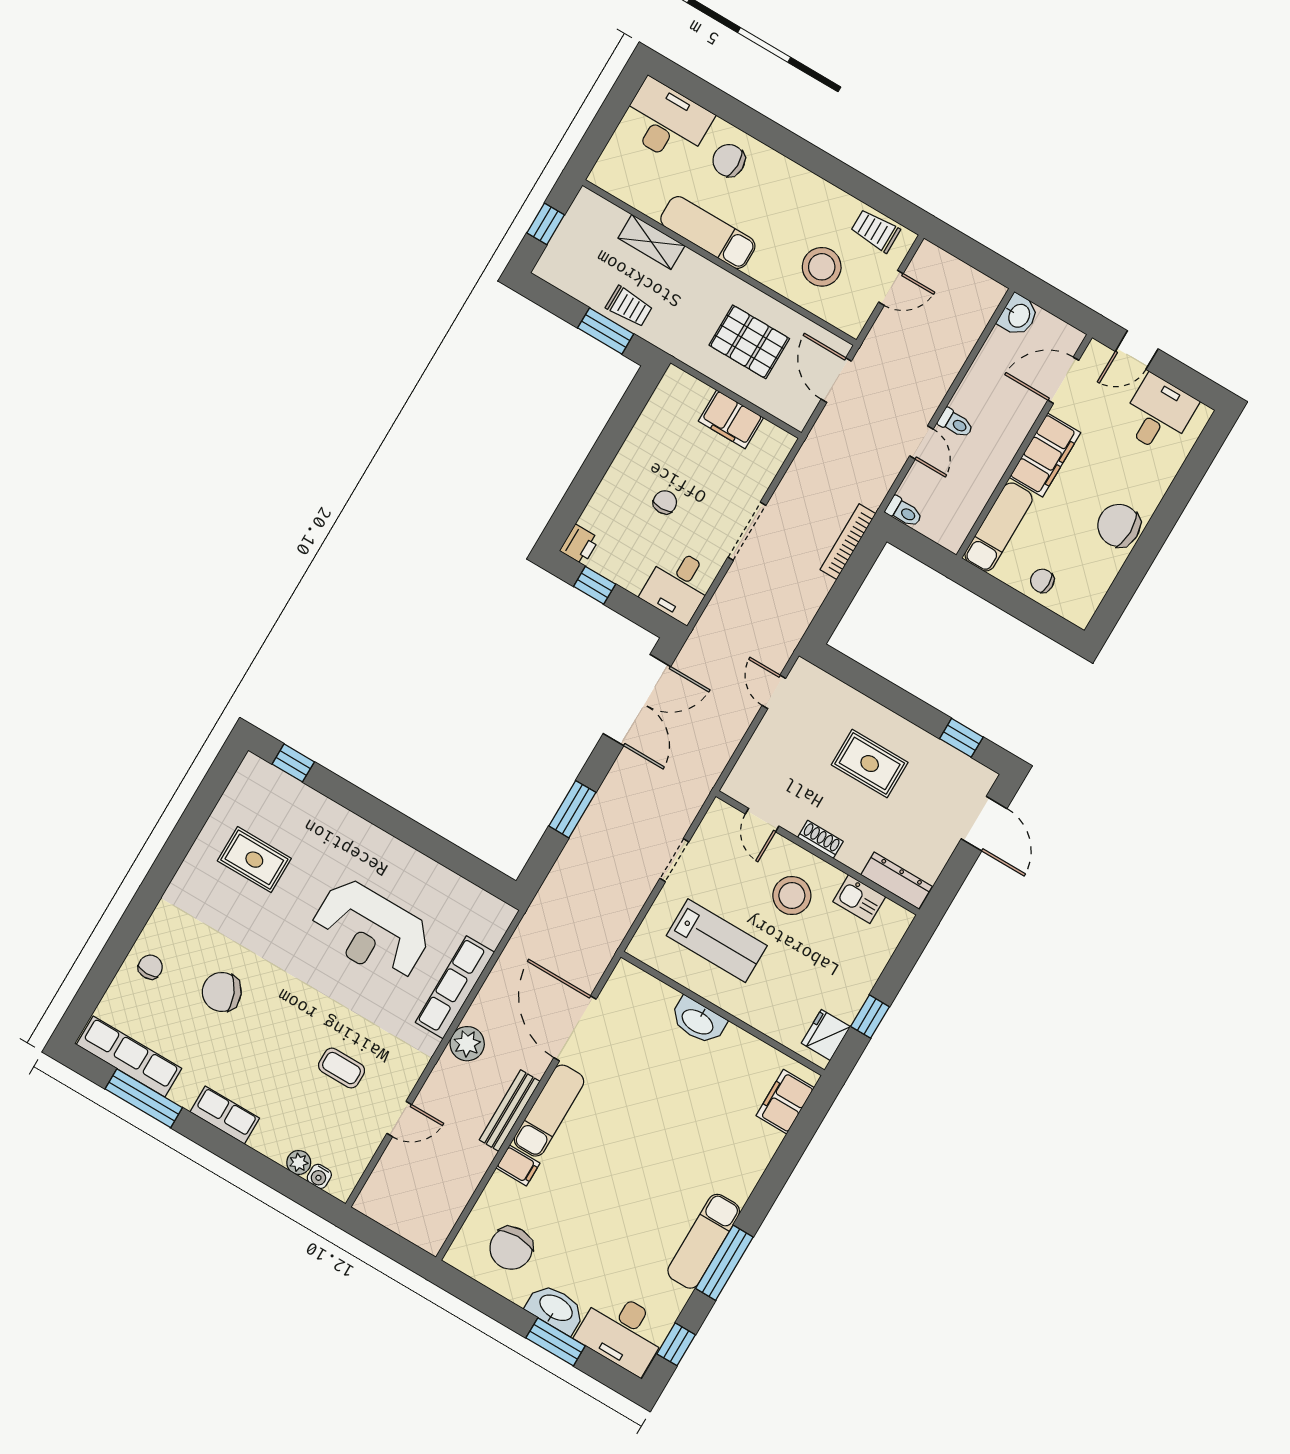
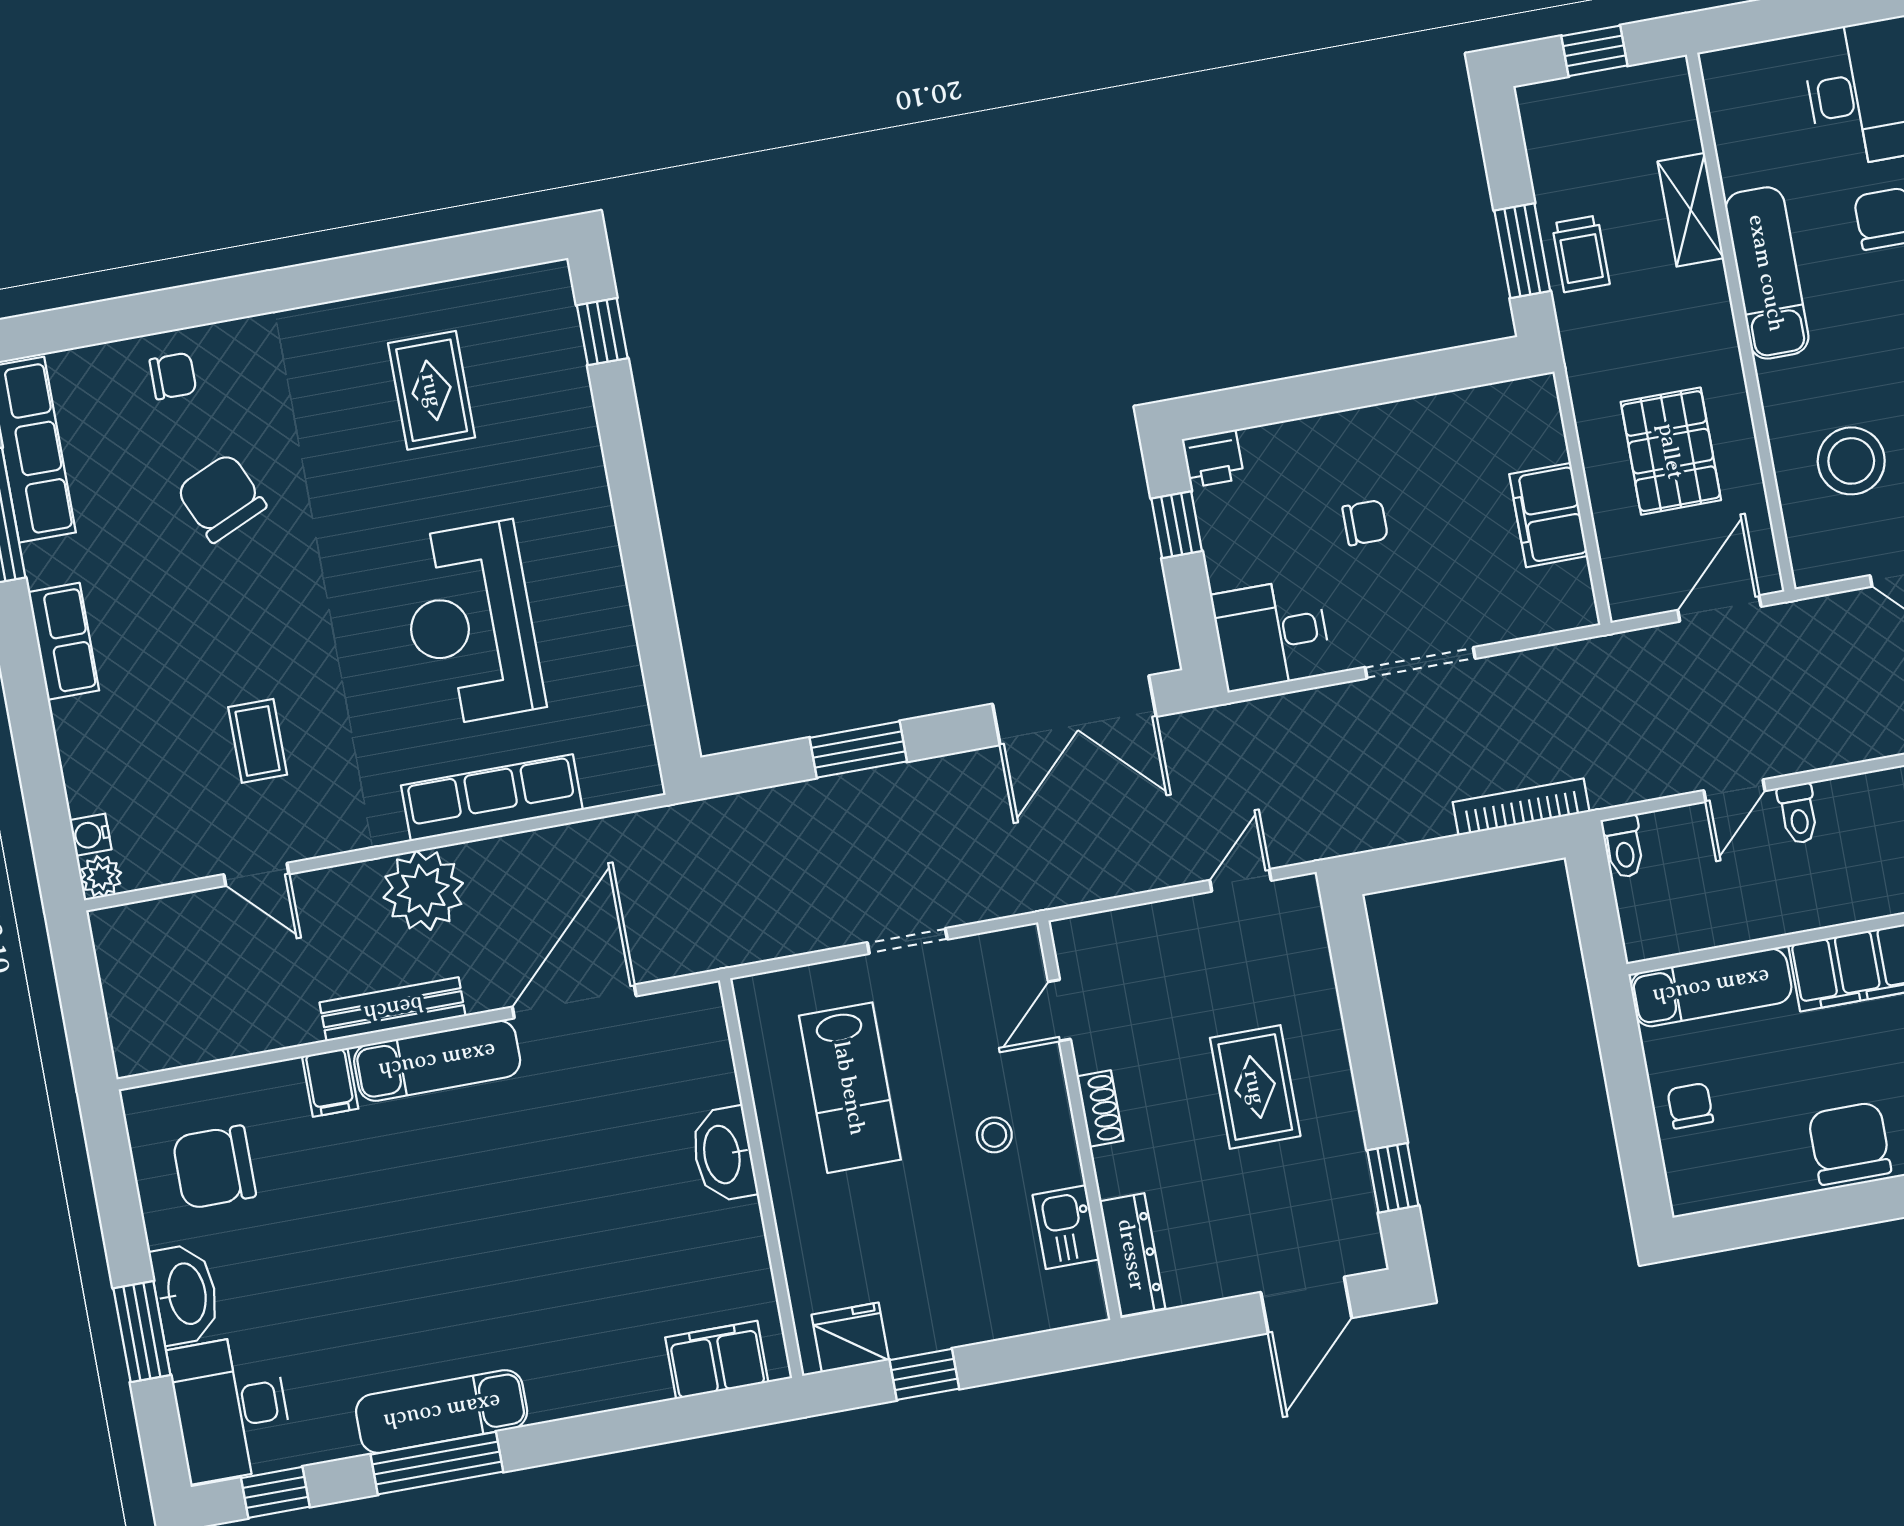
stool: (792, 896) -> (994, 1135), width x0.53, depth x0.53
plant: (467, 1044) -> (423, 890), width x1.36, depth x1.36
plant: (299, 1162) -> (101, 876), moved

